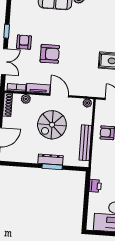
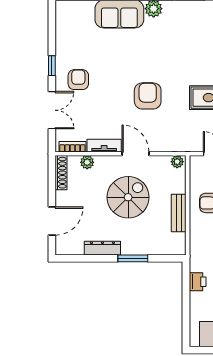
armchair: (50, 54) -> (148, 96), moved, turned -90
spiral stairs: (52, 125) -> (128, 197), turned 180
bench: (85, 143) -> (179, 213), width x0.73
dresser: (50, 160) -> (102, 248), moved

